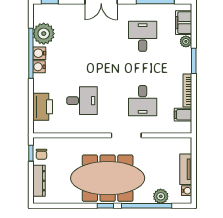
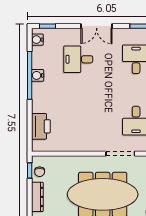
plant: (44, 34) -> (42, 57), removed
water cooler: (39, 67) -> (37, 40), moved
desk: (82, 101) -> (78, 59), moved, turned 180

